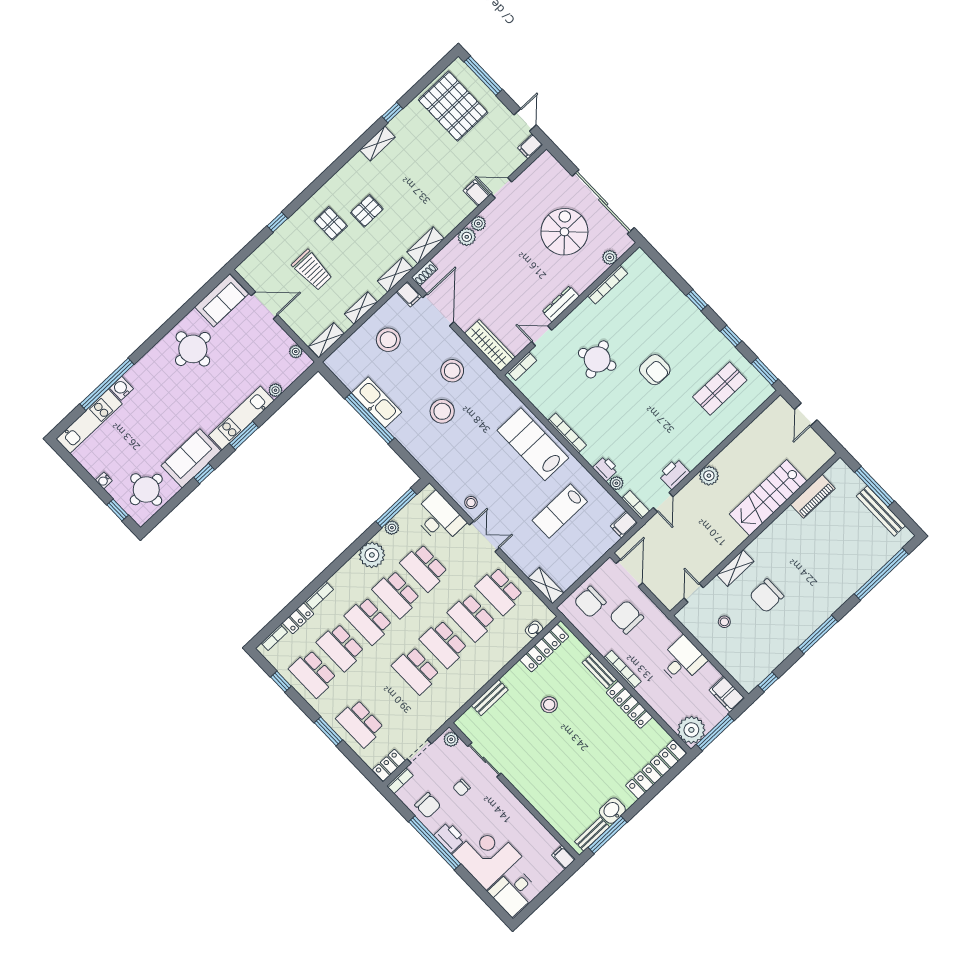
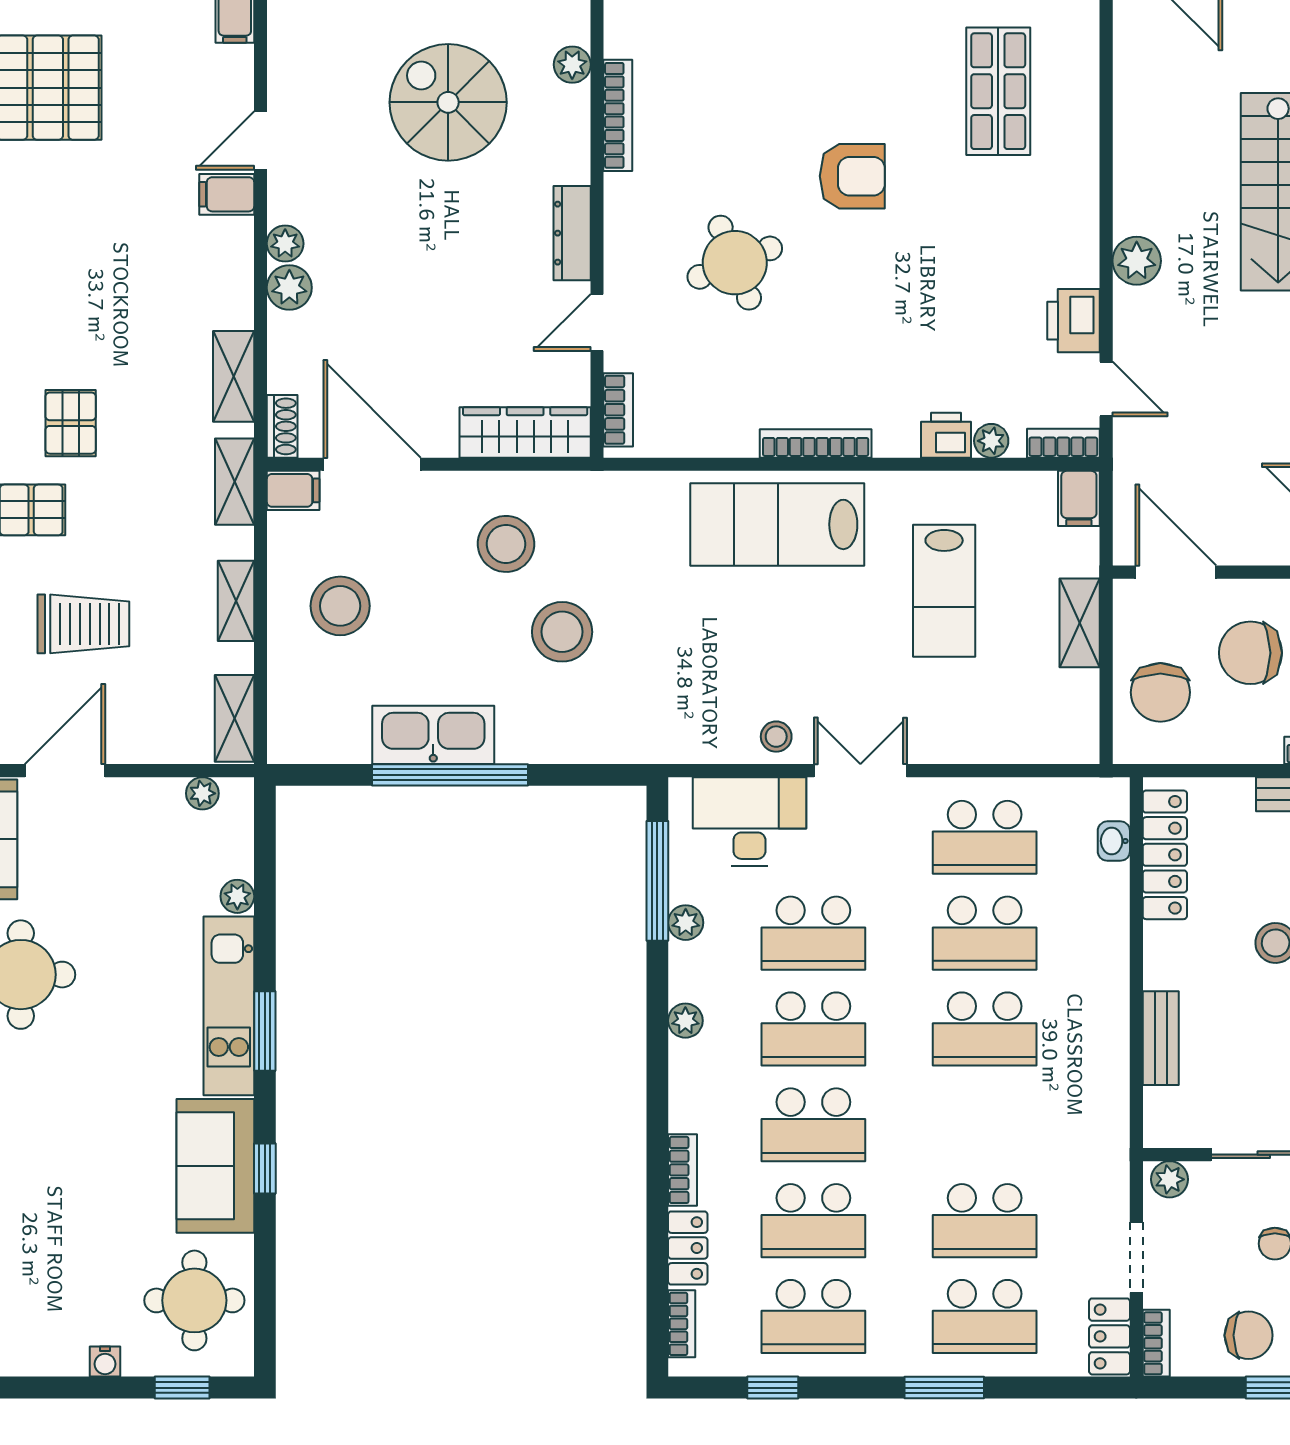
plant: (372, 555) -> (685, 1021), width x0.53, depth x0.53
shelving: (546, 586) -> (1080, 623), moved, turned 90
school desk: (416, 670) -> (985, 1221), moved

